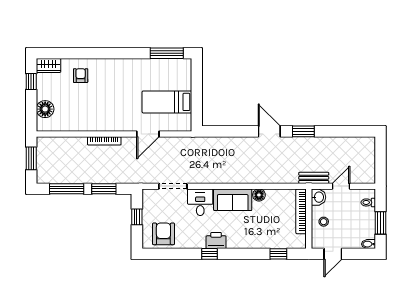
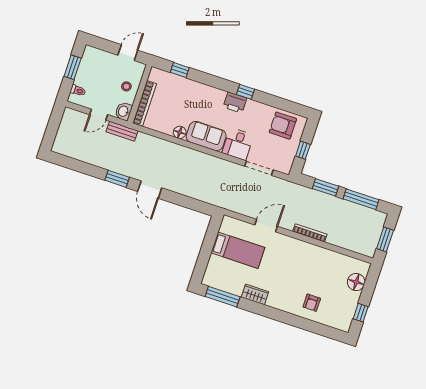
wardrobe: (49, 65) -> (255, 294), moved
armchair: (163, 234) -> (283, 126), turned 90
bidet: (368, 244) -> (91, 51), removed

